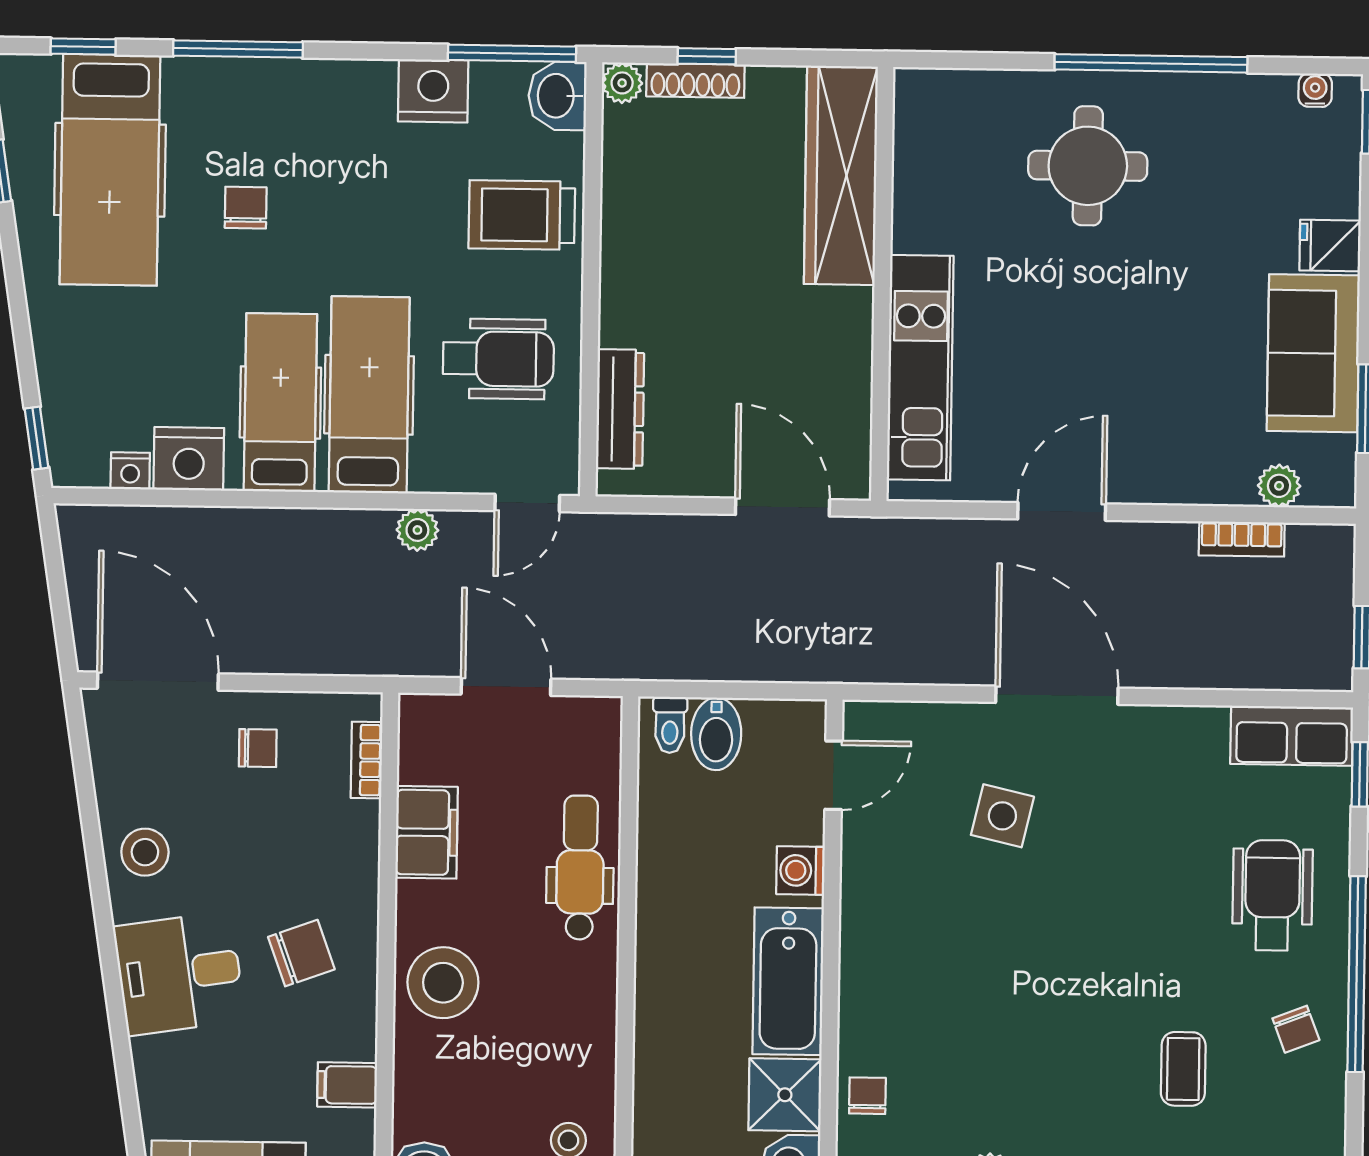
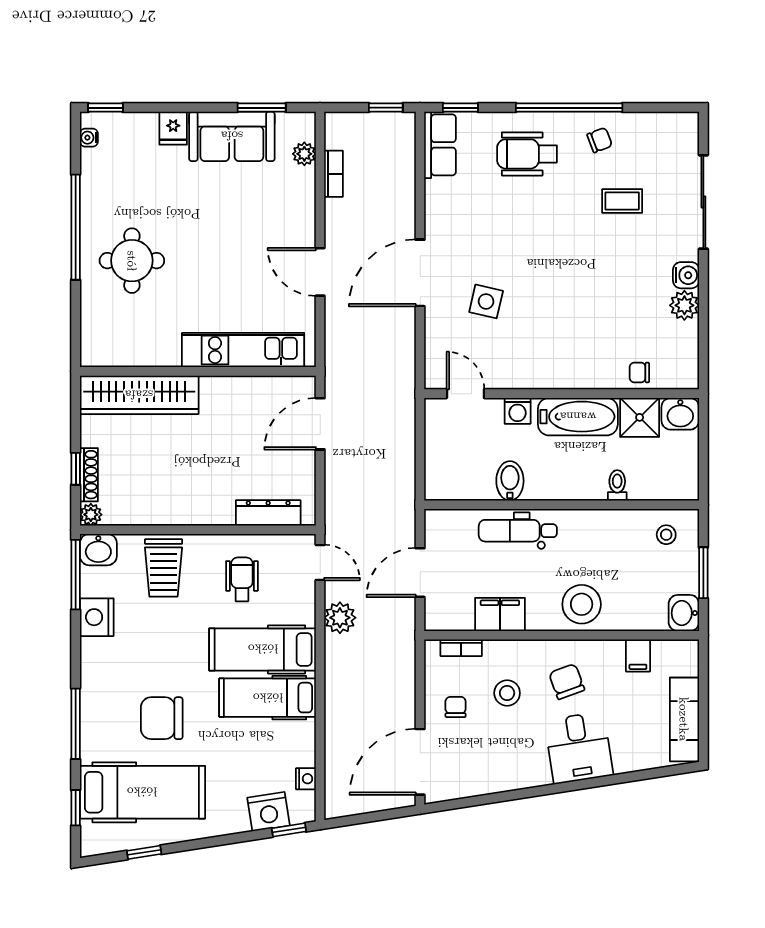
chair: (246, 208) -> (162, 718), width x1.87, depth x1.87
wheelchair: (498, 359) -> (242, 579), width x0.73, depth x0.73
nightstand: (189, 459) -> (269, 812), moved, turned 81
plant: (417, 530) -> (340, 618), width x1.38, depth x1.38
toilet: (670, 725) -> (617, 485), moved, turned -90
bidet: (716, 734) -> (510, 481), moved, turned -90
stool: (145, 852) -> (507, 693), moved

